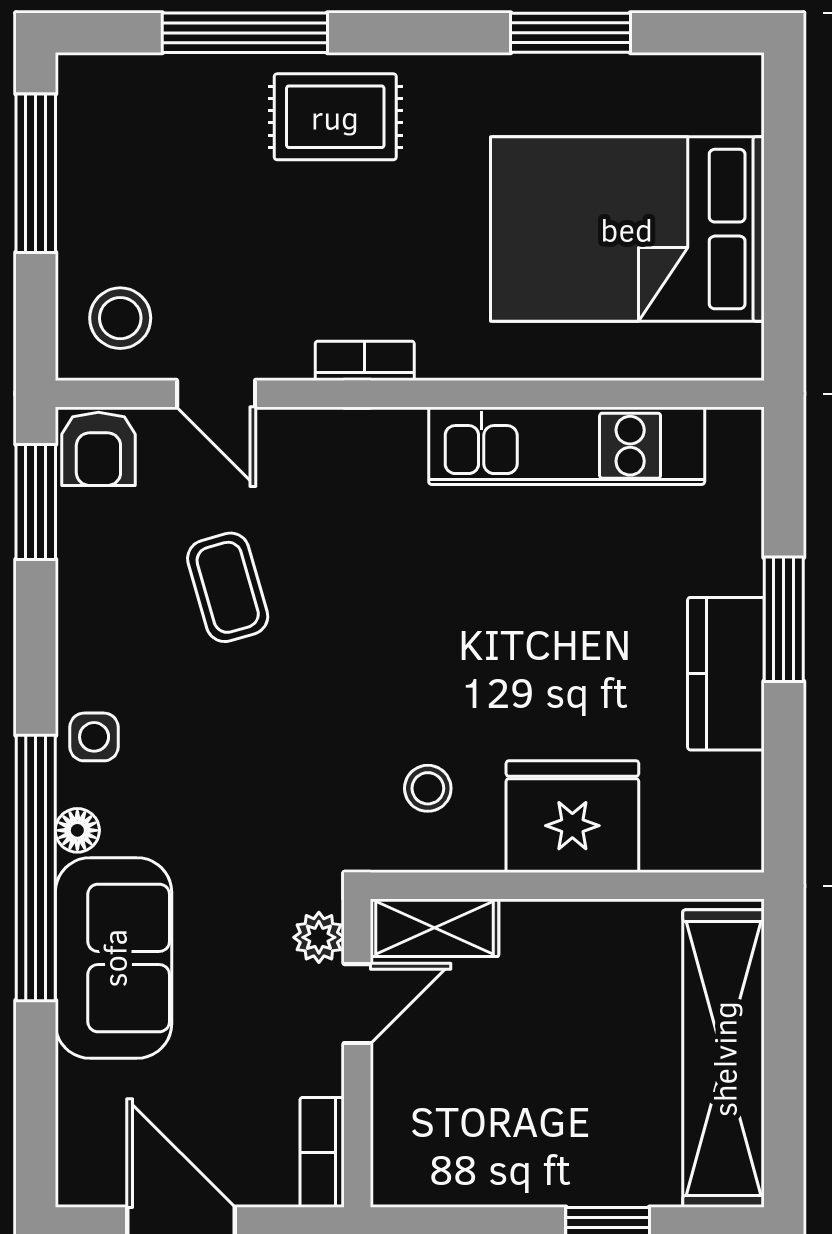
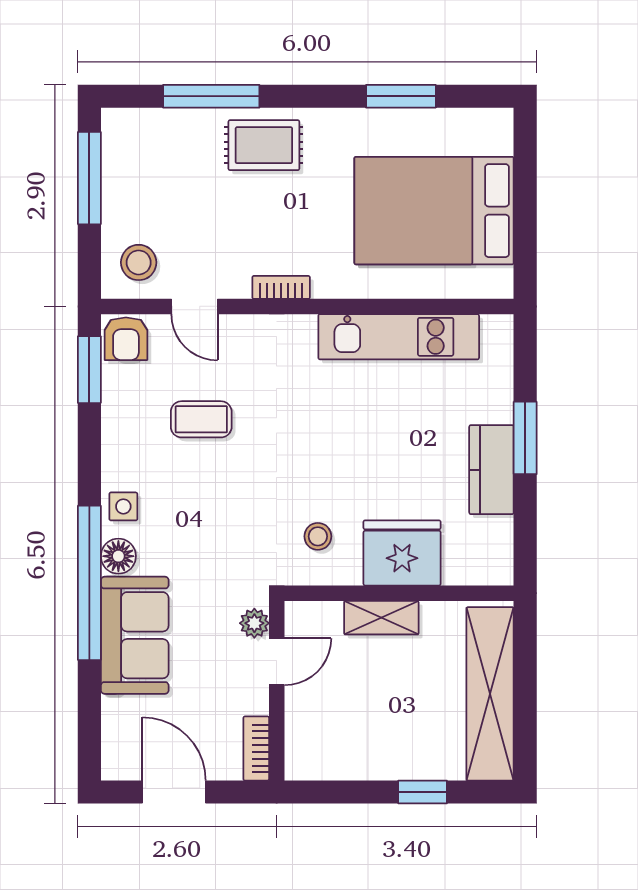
coffee table: (228, 587) -> (201, 419), turned -74
floor lamp: (77, 830) -> (118, 556), width x1.37, depth x1.37
shelving: (434, 928) -> (381, 618), moved

